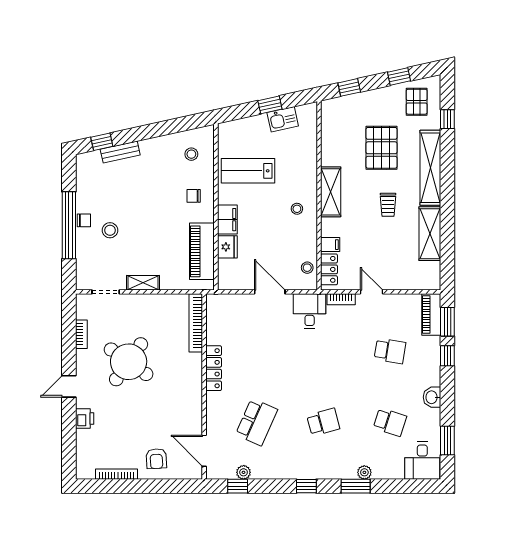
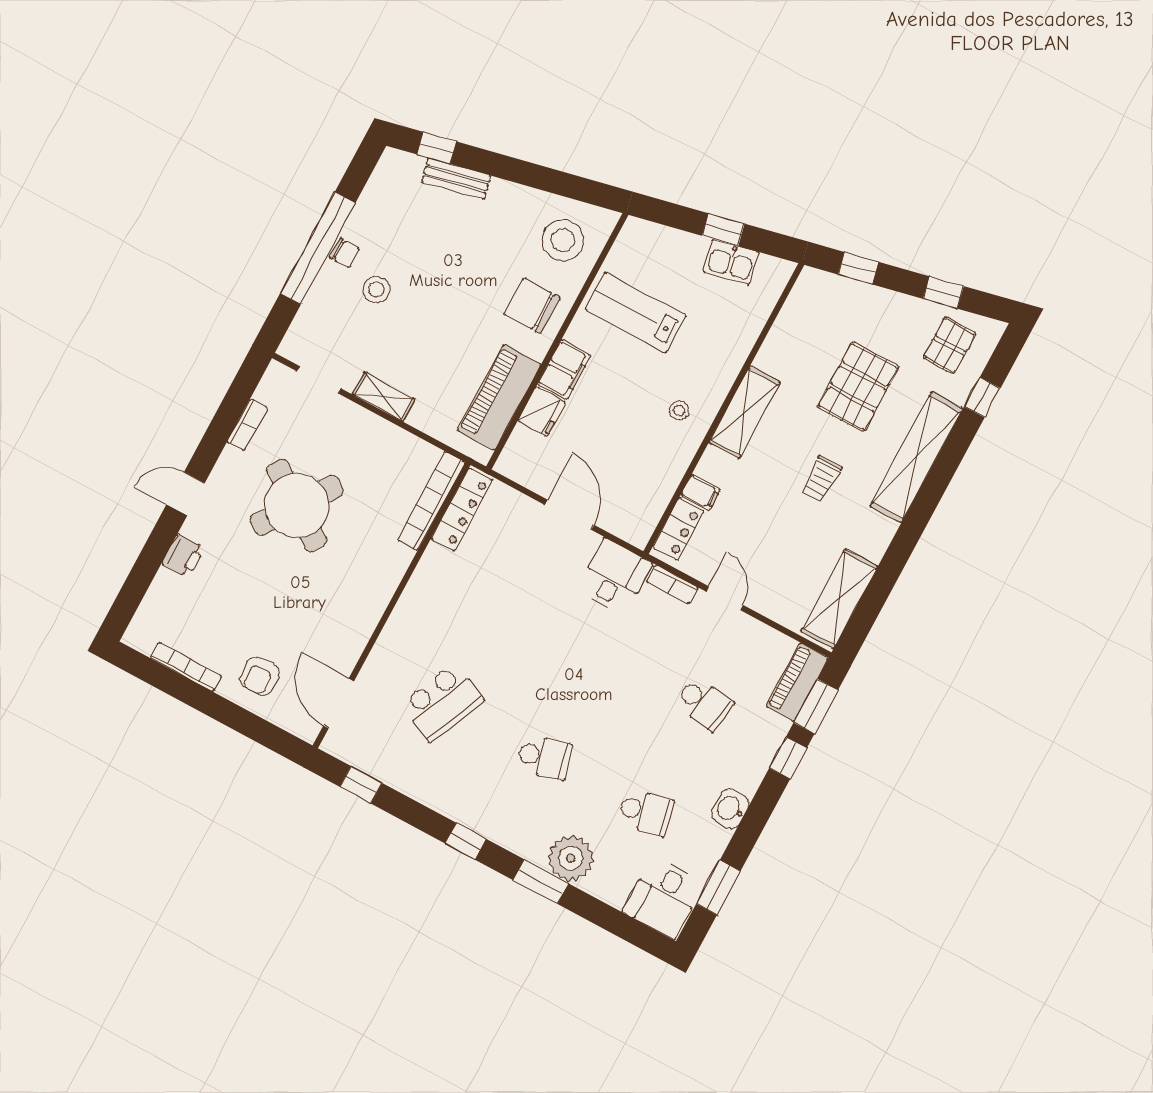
stool: (191, 154) -> (563, 240), width x1.89, depth x1.89
chair: (194, 196) -> (532, 306), width x1.87, depth x1.87
shelving: (430, 234) -> (839, 599), moved
stool: (307, 268) -> (646, 509), removed
locker: (214, 368) -> (462, 510), moved
school desk: (390, 422) -> (646, 812), turned -30
plant: (244, 472) -> (381, 768), removed
plant: (364, 472) -> (571, 858), width x1.88, depth x1.88

